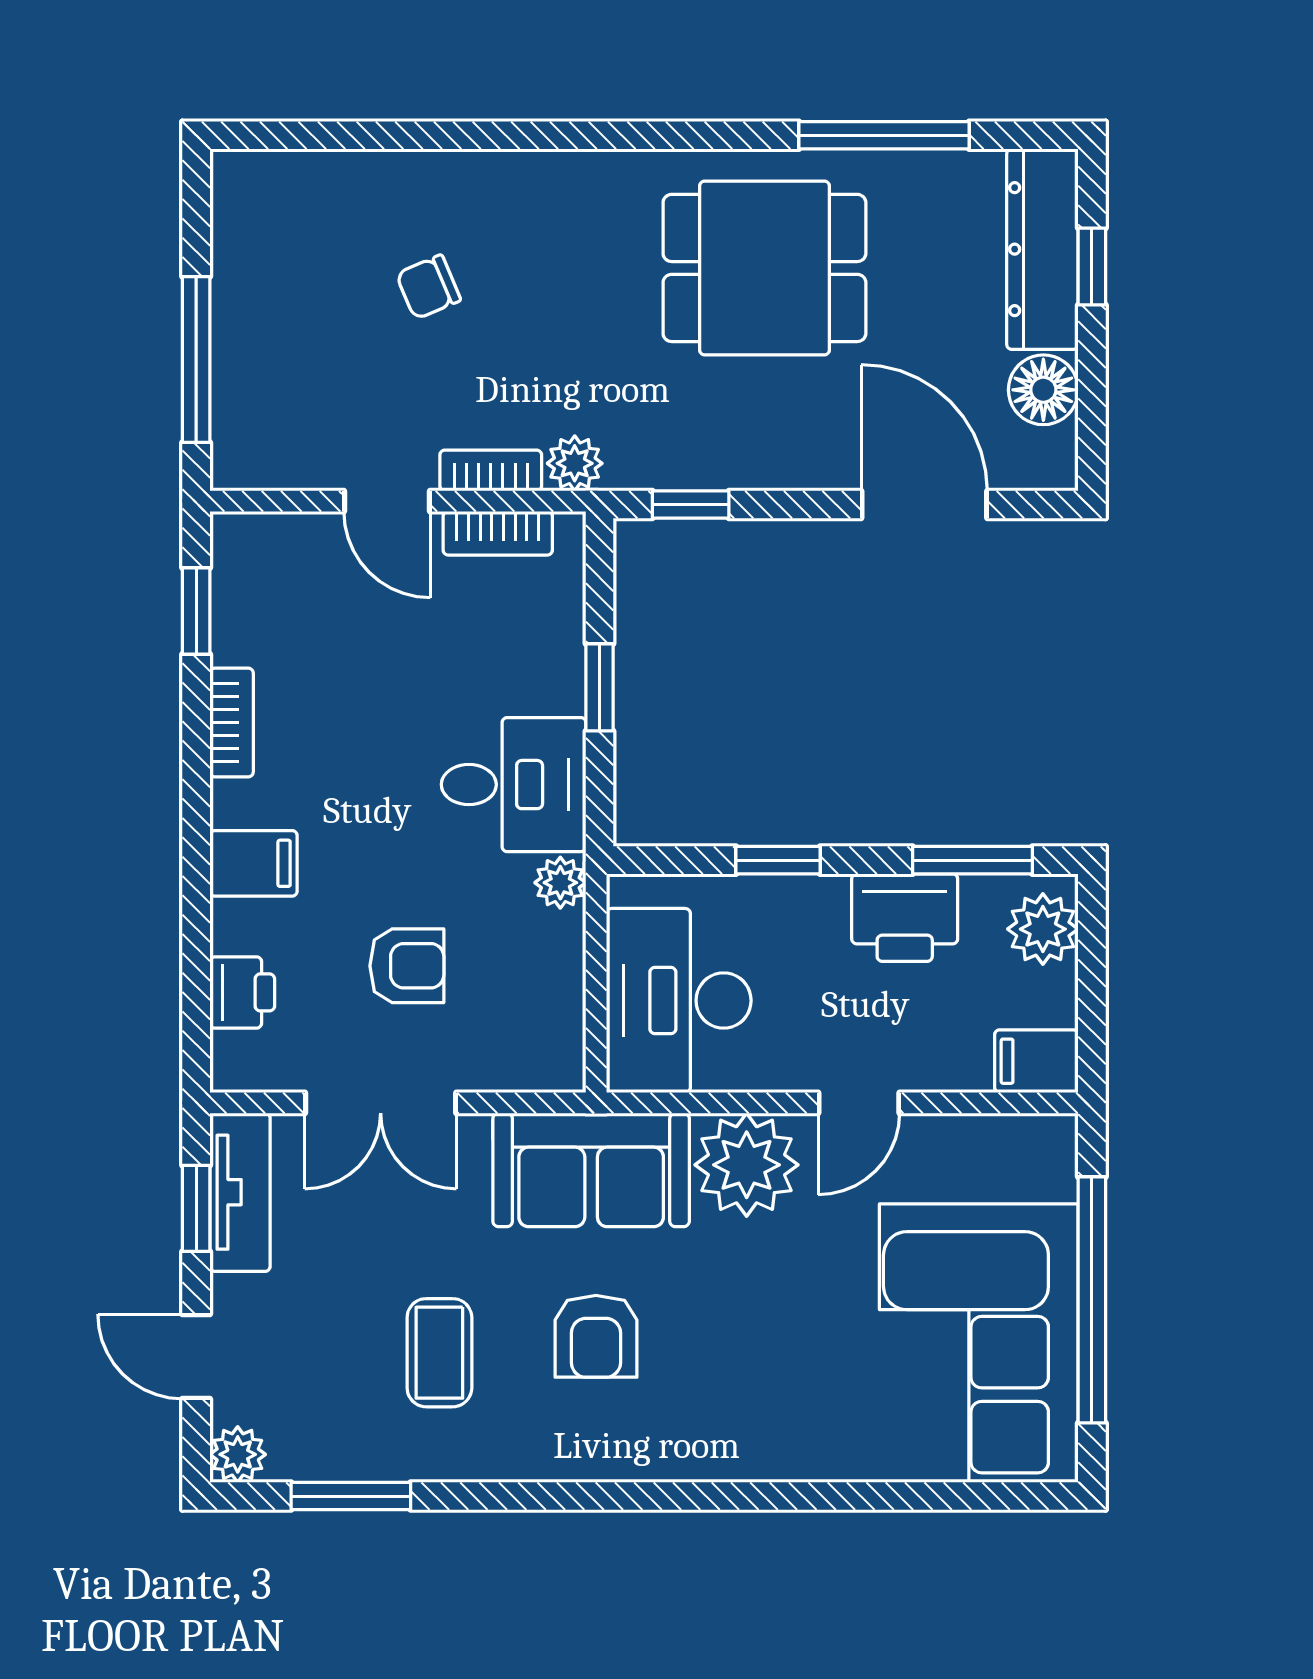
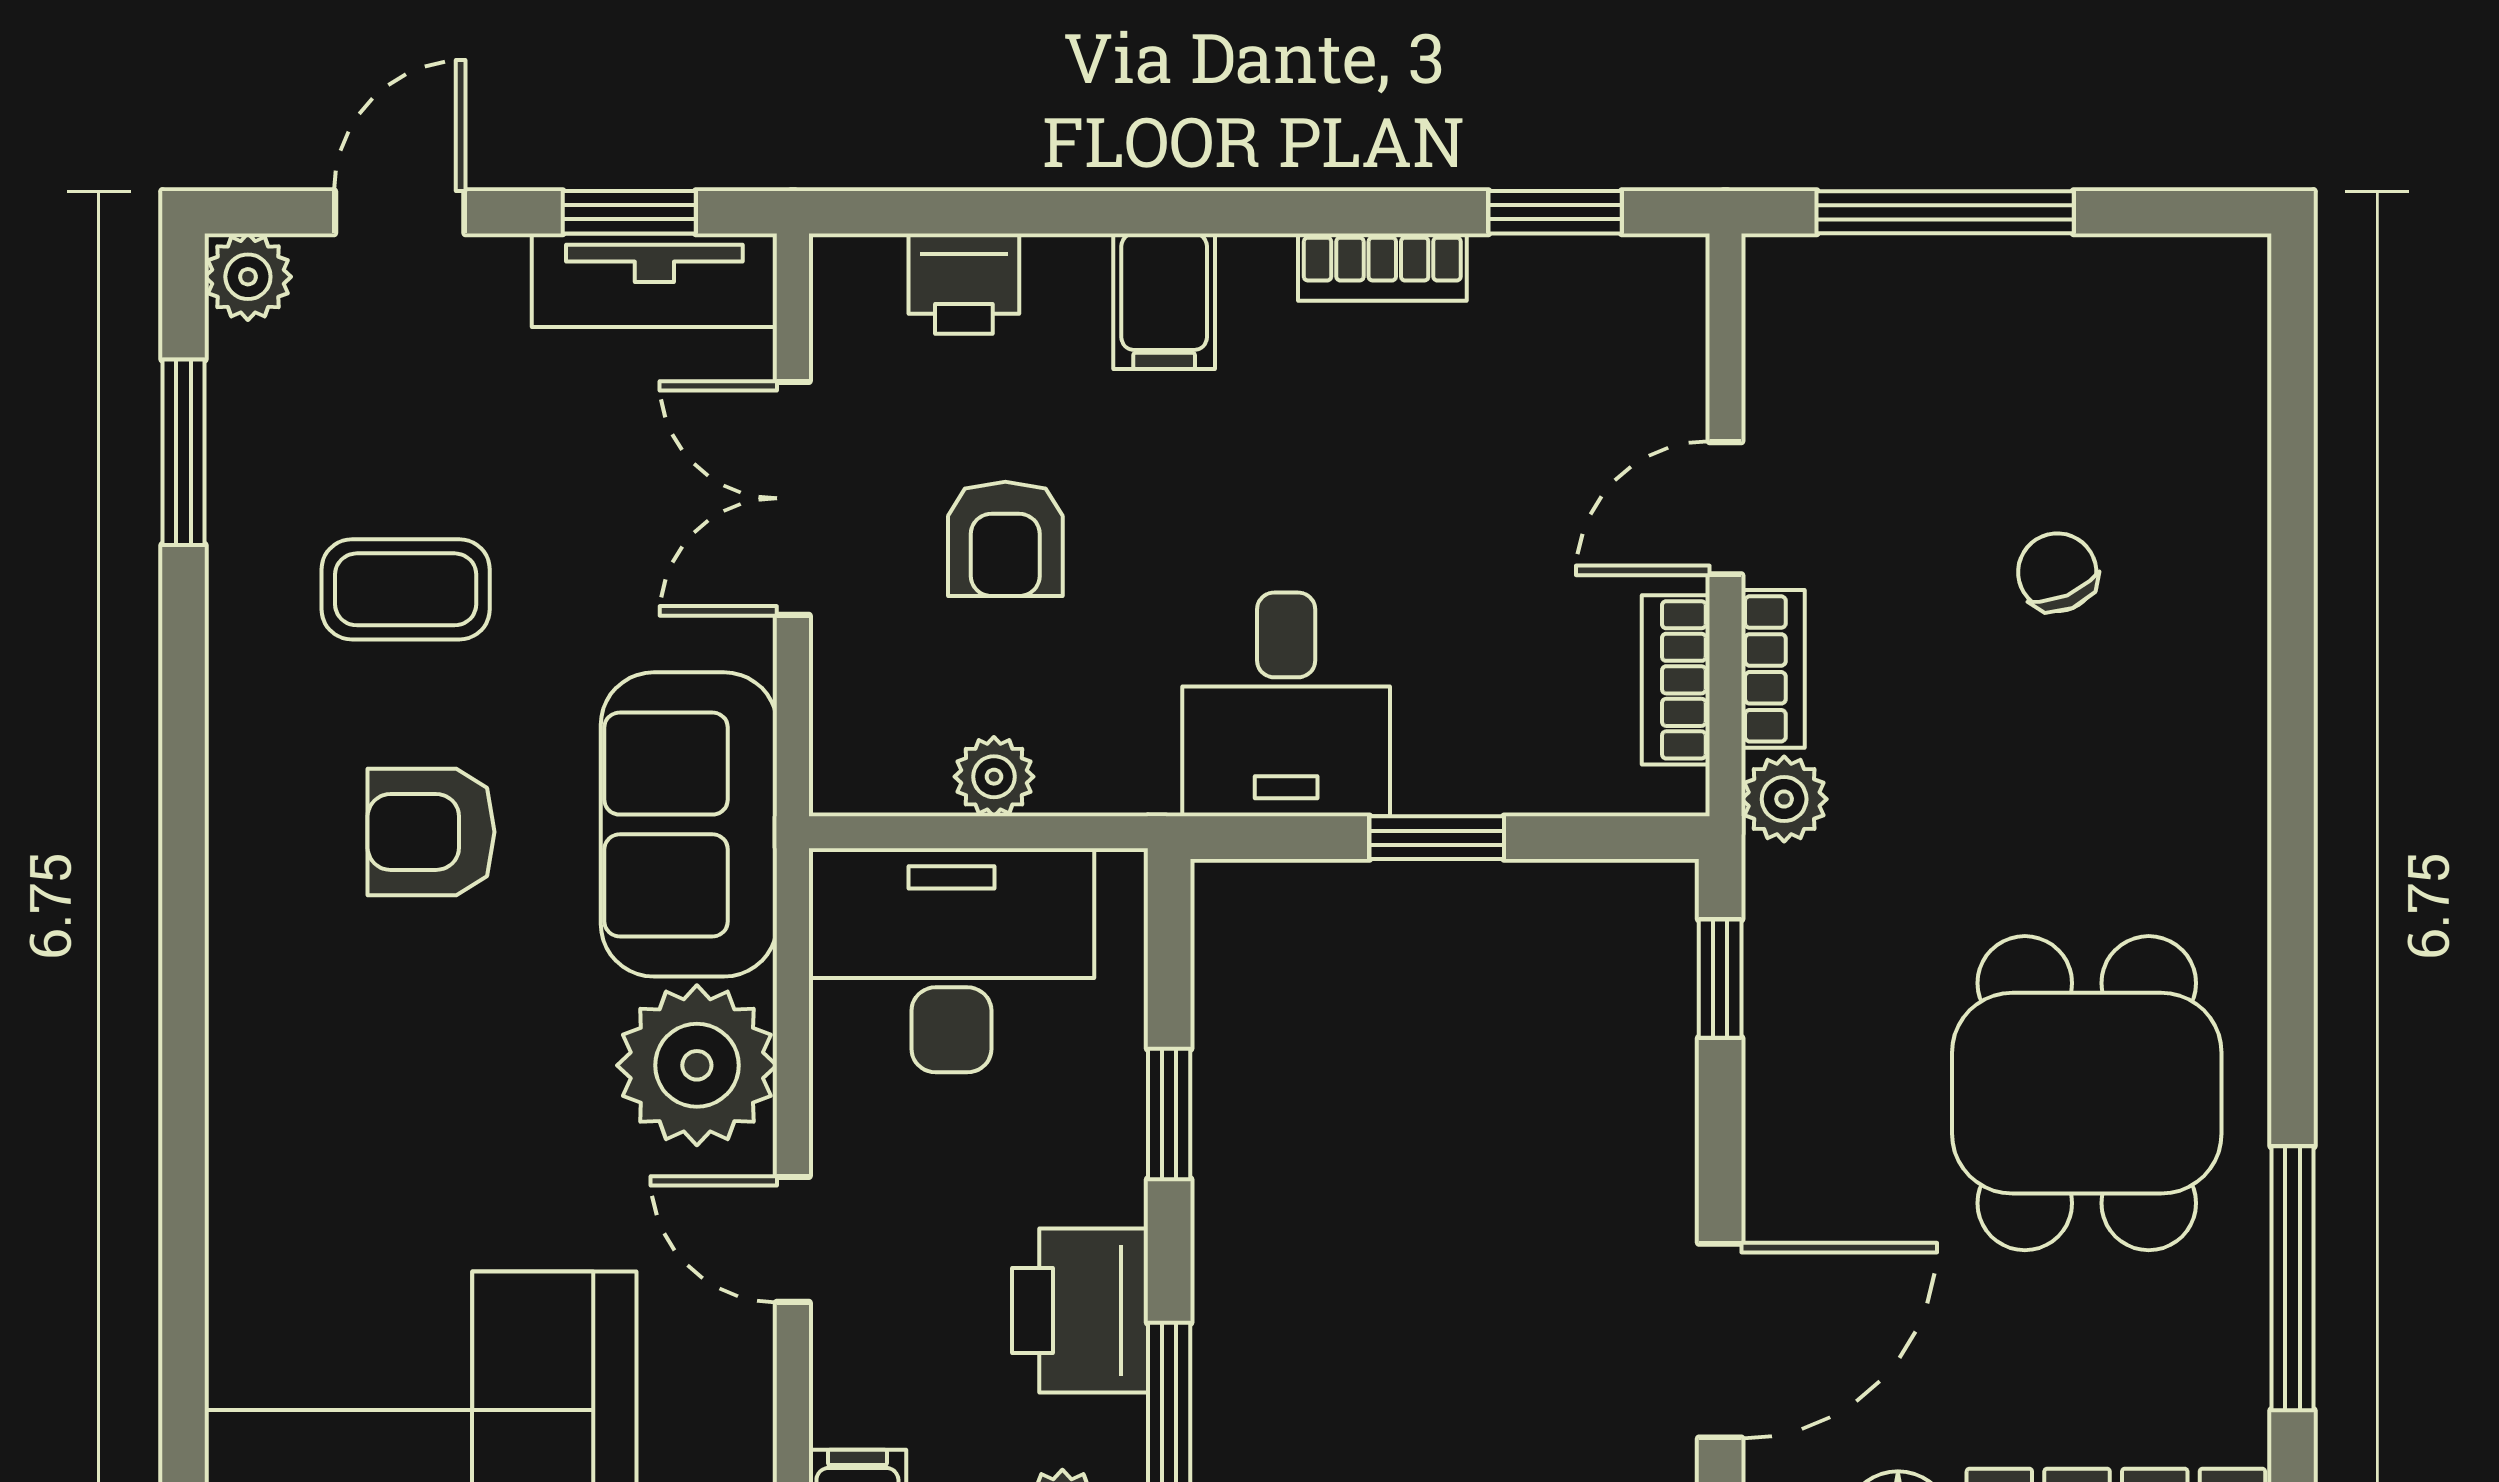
plant: (560, 883) -> (994, 777), moved

